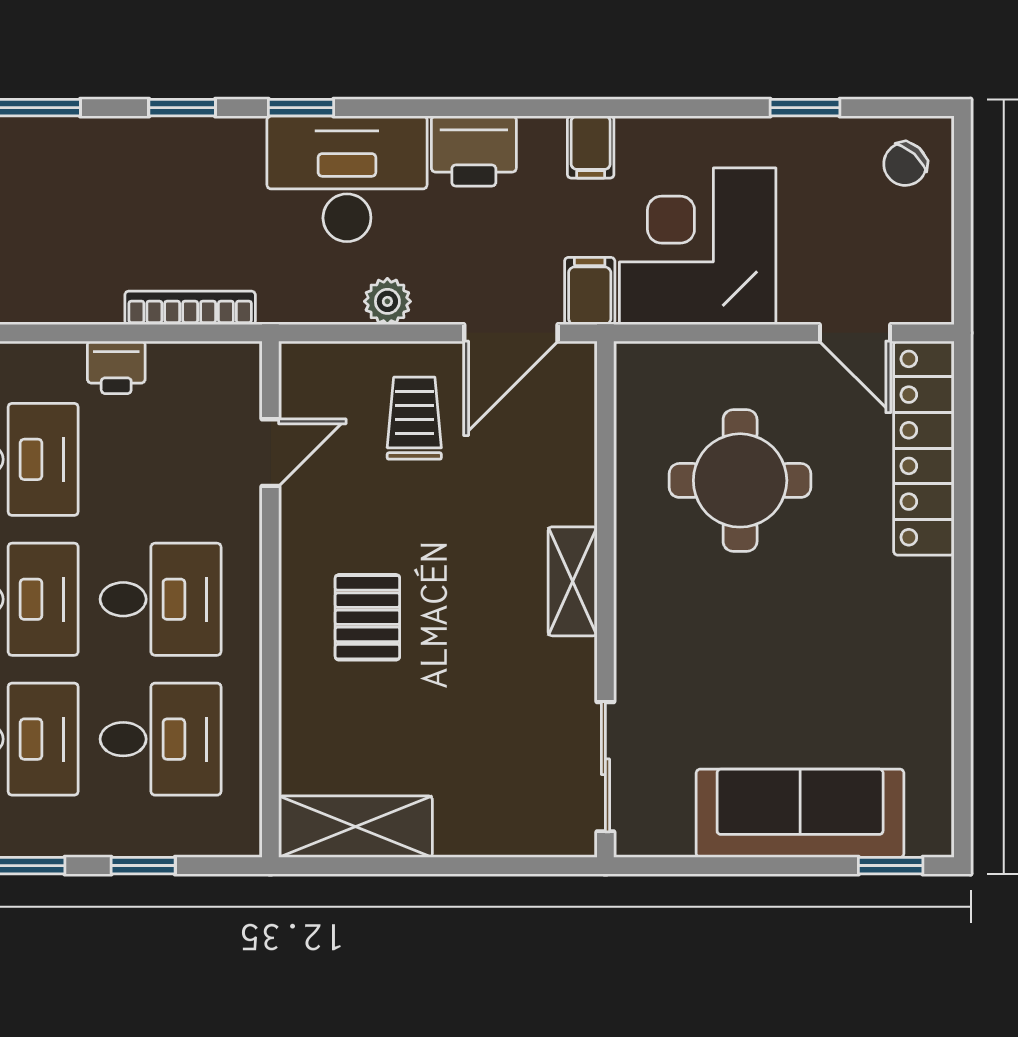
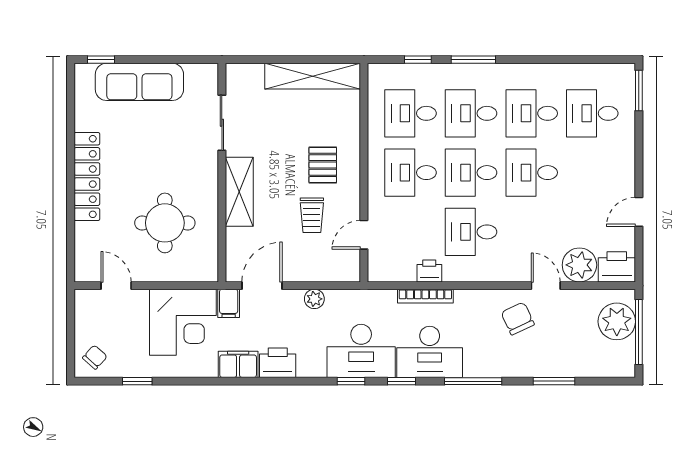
filing cabinet: (591, 147) -> (238, 364), width x2.00
desk: (116, 177) -> (430, 352), added
desk: (347, 179) -> (361, 351), moved
bookcase: (190, 308) -> (425, 296), moved
trolley: (414, 418) -> (312, 215), moved
locker: (924, 448) -> (87, 177), moved
shelving: (573, 581) -> (239, 192), width x1.50, depth x1.33
sliding door: (605, 767) -> (222, 123), moved
shelving: (355, 827) -> (313, 76), width x1.47

